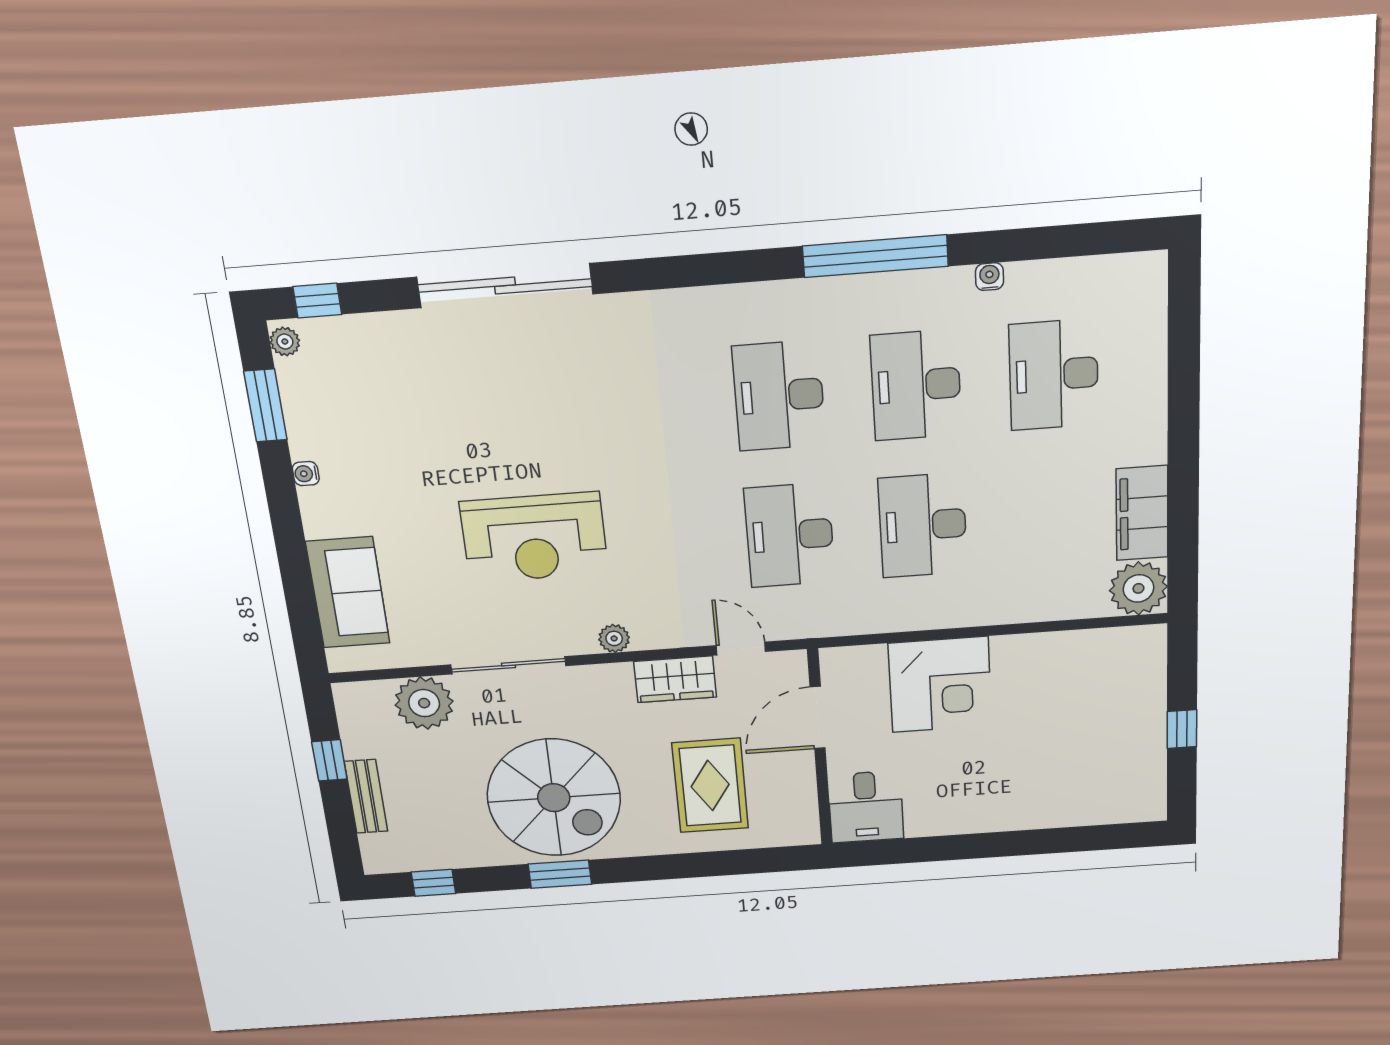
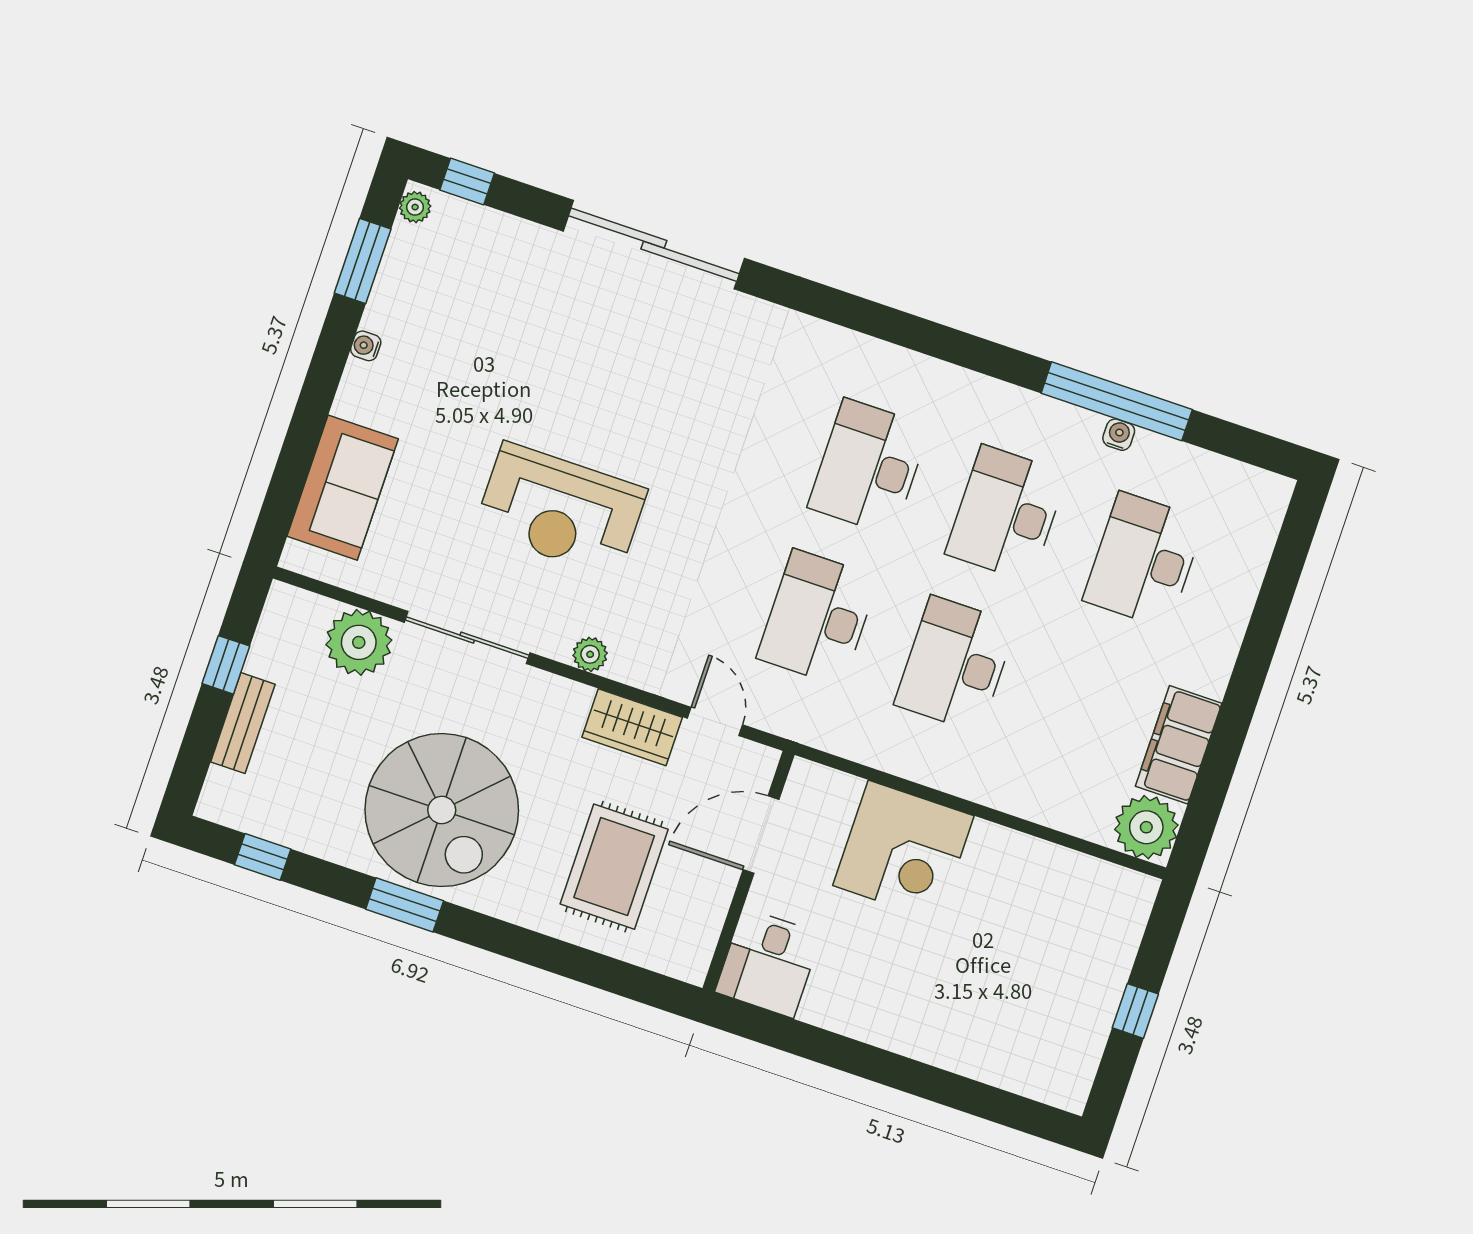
window: (875, 256) -> (1117, 401), moved

